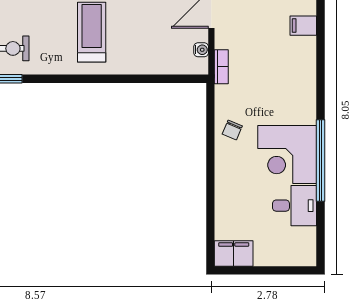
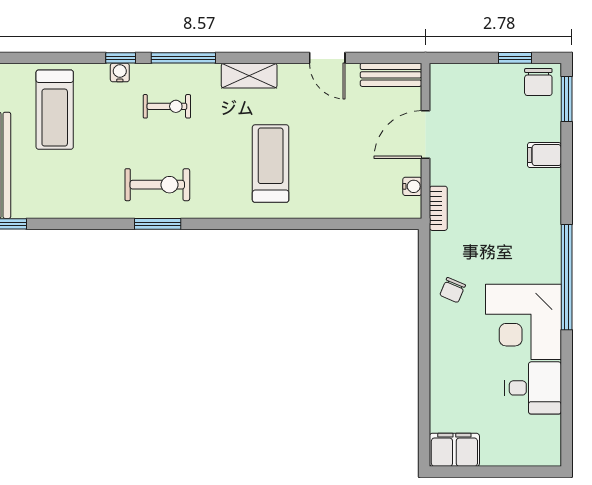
window: (320, 161) -> (567, 277), moved

